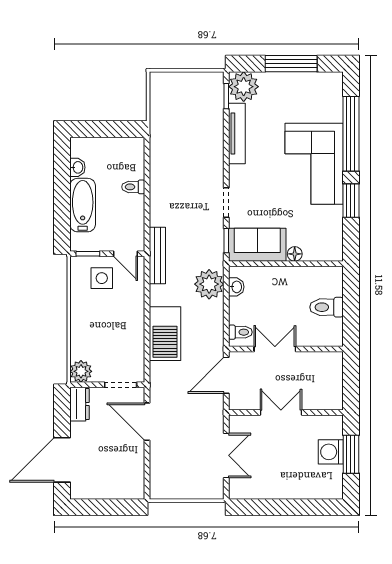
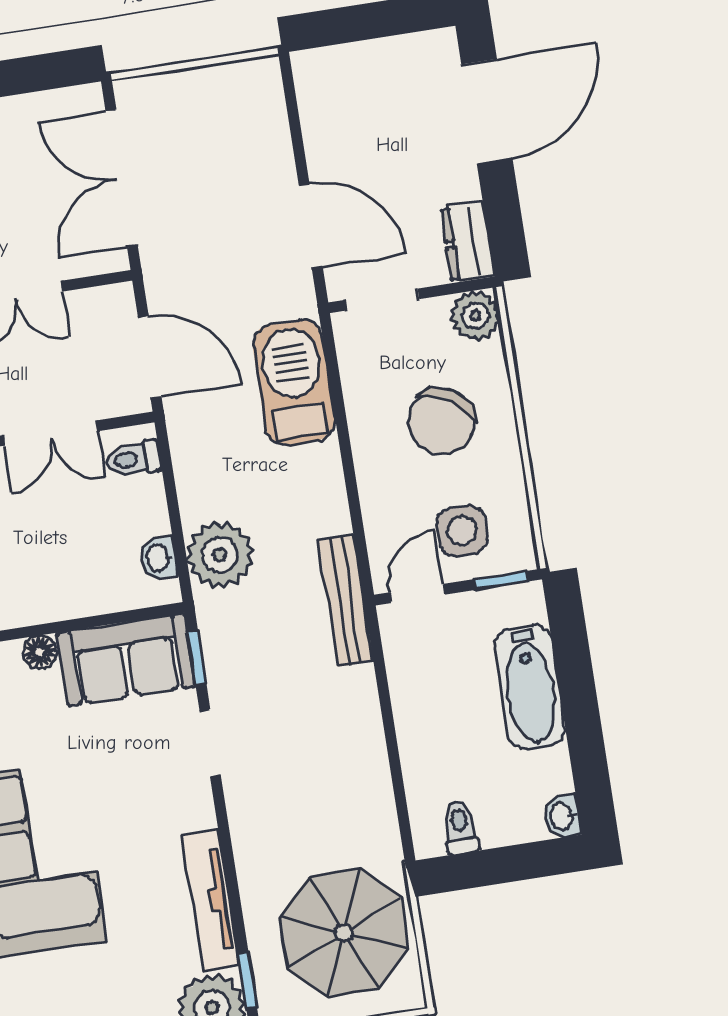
parasol: (181, 110) -> (344, 933), added
washbasin: (77, 167) -> (562, 816), moved
toilet: (133, 187) -> (460, 827), moved, turned -90
door: (126, 254) -> (417, 593), hinge flipped
chair: (103, 327) -> (442, 421), added
barbecue: (165, 334) -> (294, 382), moved
door: (226, 375) -> (150, 357), hinge flipped
double door: (226, 455) -> (122, 178), width x1.37

